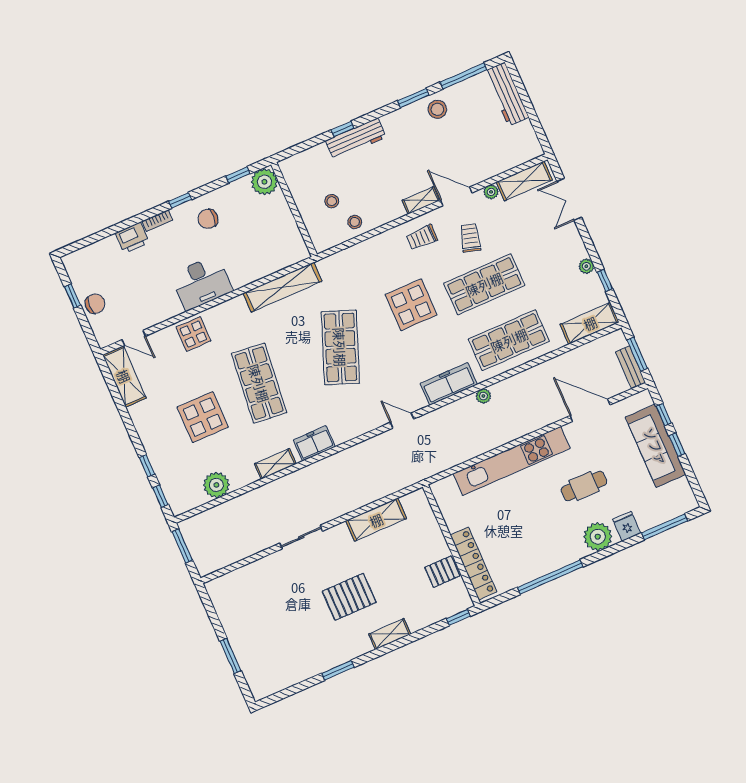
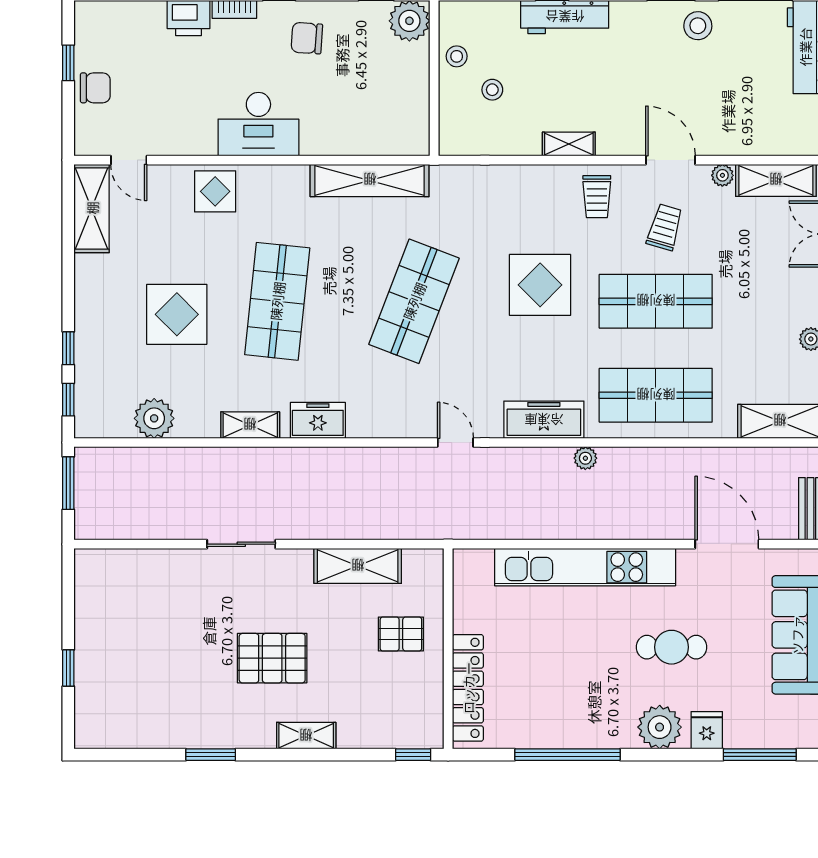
shelving: (421, 200) -> (569, 144), moved
stool: (355, 222) -> (457, 56), moved
trolley: (422, 237) -> (597, 197), turned -90
pallet: (442, 572) -> (401, 634), moved
window: (230, 656) -> (68, 668), width x0.67

